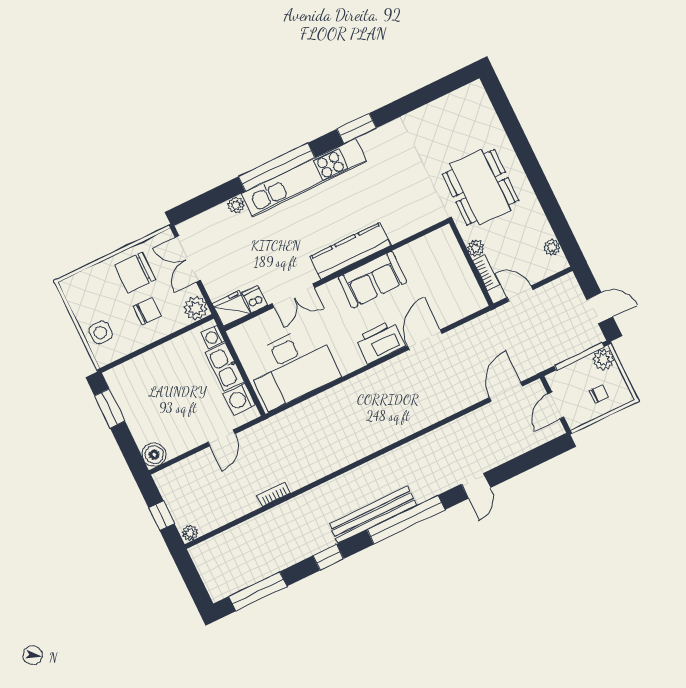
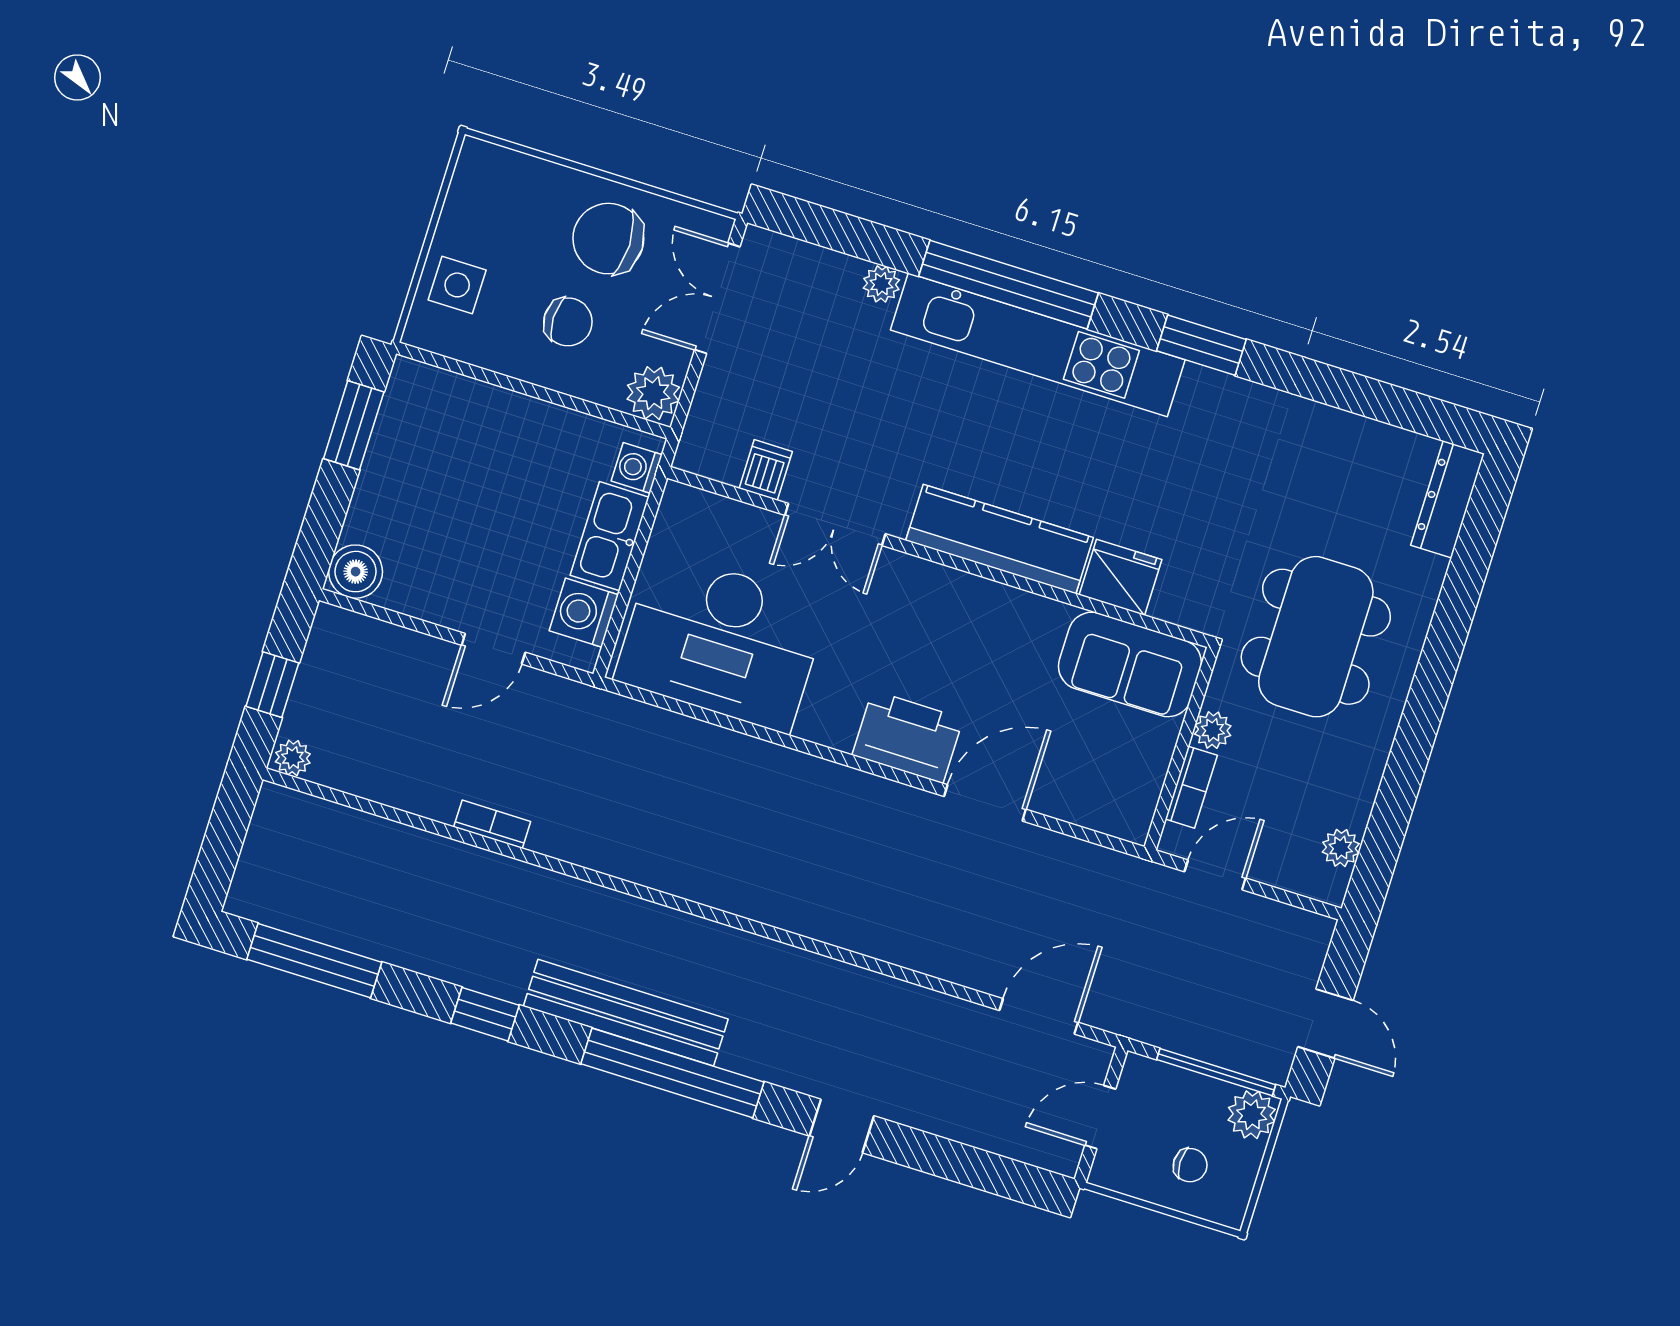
dresser: (481, 104) -> (1448, 499), added
sofa: (372, 280) -> (1130, 664), moved
door: (520, 294) -> (1215, 875), hinge flipped
fridge: (231, 309) -> (1121, 577), moved

